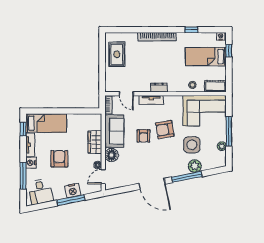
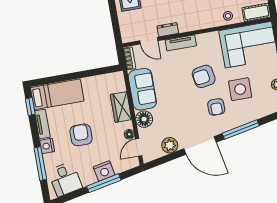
dresser: (159, 87) -> (168, 30), moved
armchair: (144, 136) -> (216, 107), moved
plant: (195, 166) -> (170, 145), moved

